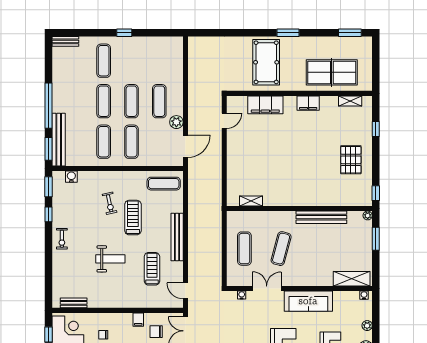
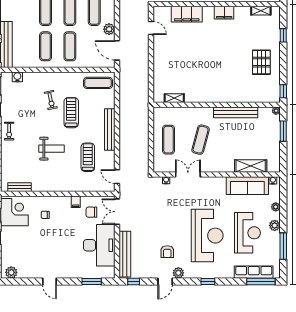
door: (224, 121) -> (151, 28), hinge flipped
door: (185, 146) -> (117, 50), swing flipped
shelving: (352, 279) -> (251, 166), moved
sofa: (308, 301) -> (247, 186), moved

